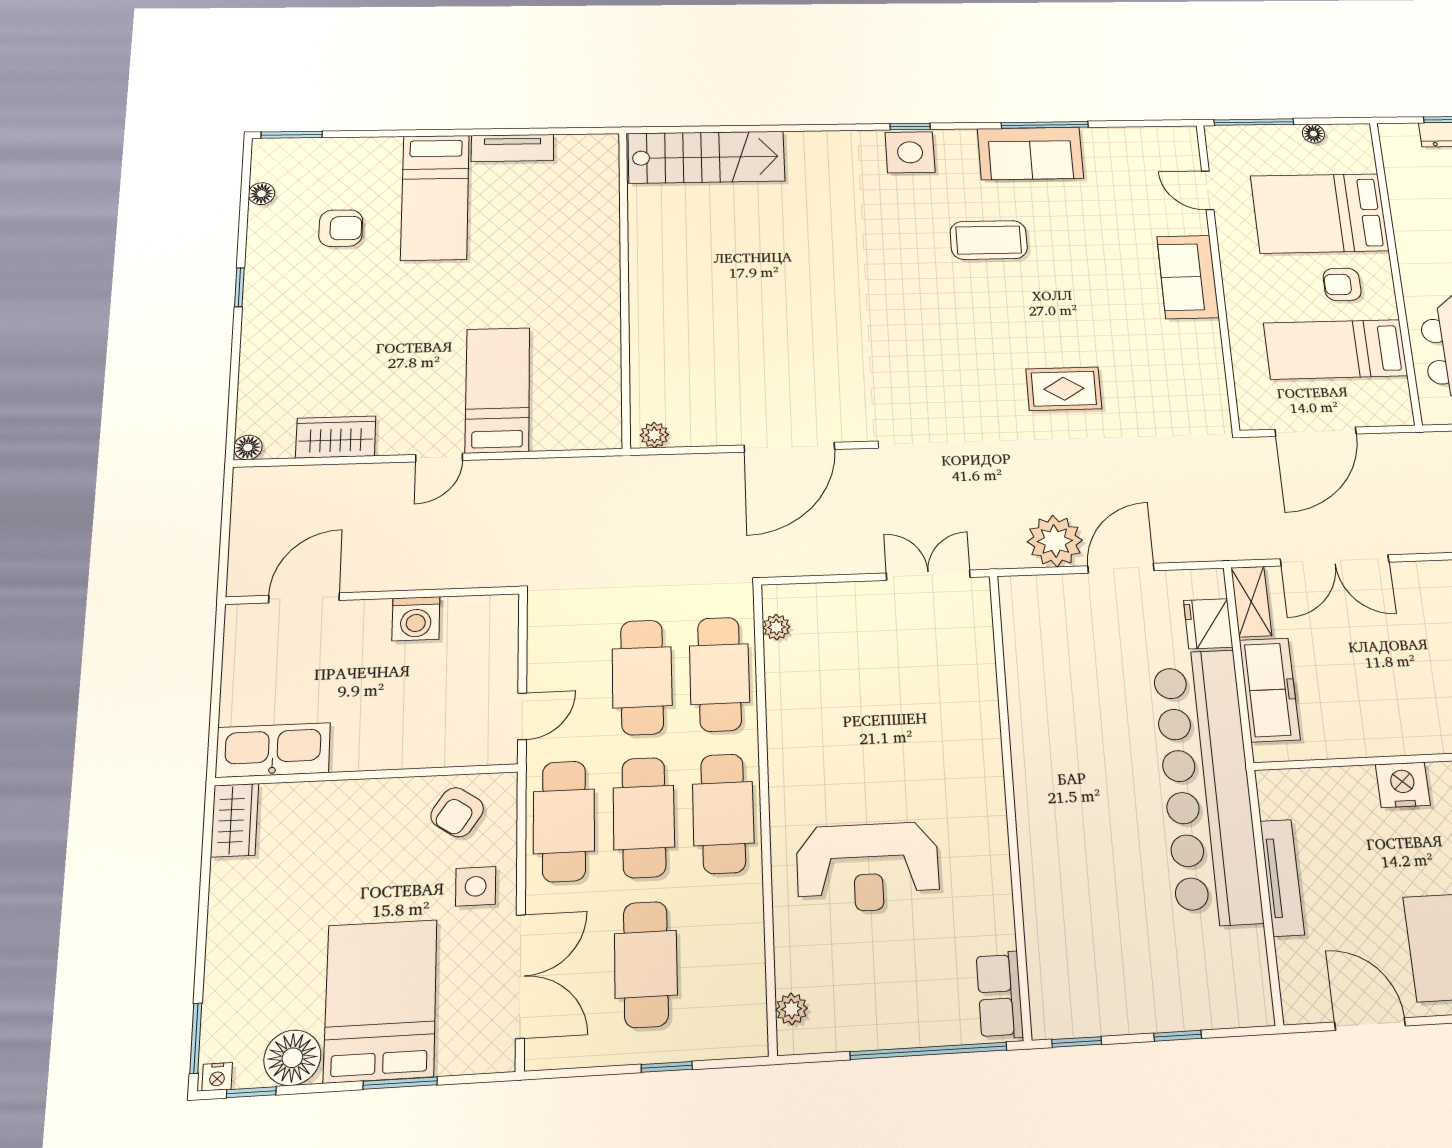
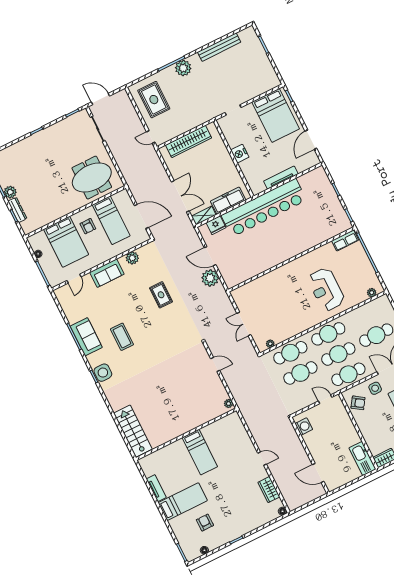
plant: (1204, 359) -> (132, 258), added
bed: (498, 390) -> (200, 452), moved, turned -90
door: (789, 447) -> (215, 364), width x0.53
double door: (928, 575) -> (244, 324), moved
washing machine: (416, 619) -> (304, 427), moved
reception desk: (868, 867) -> (326, 289), turned 180

